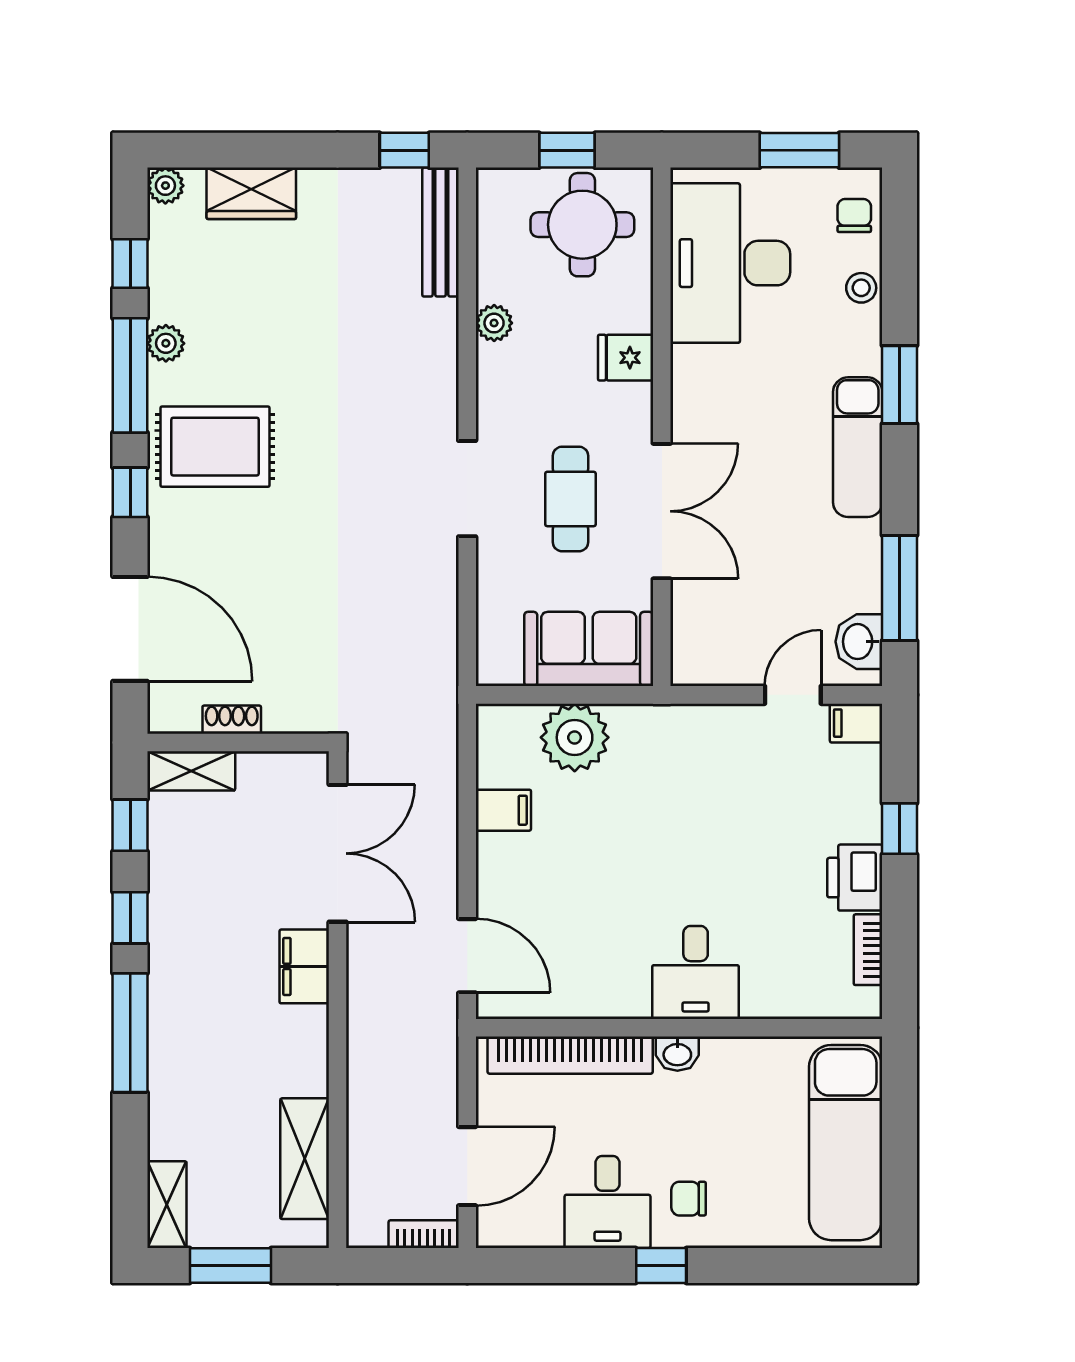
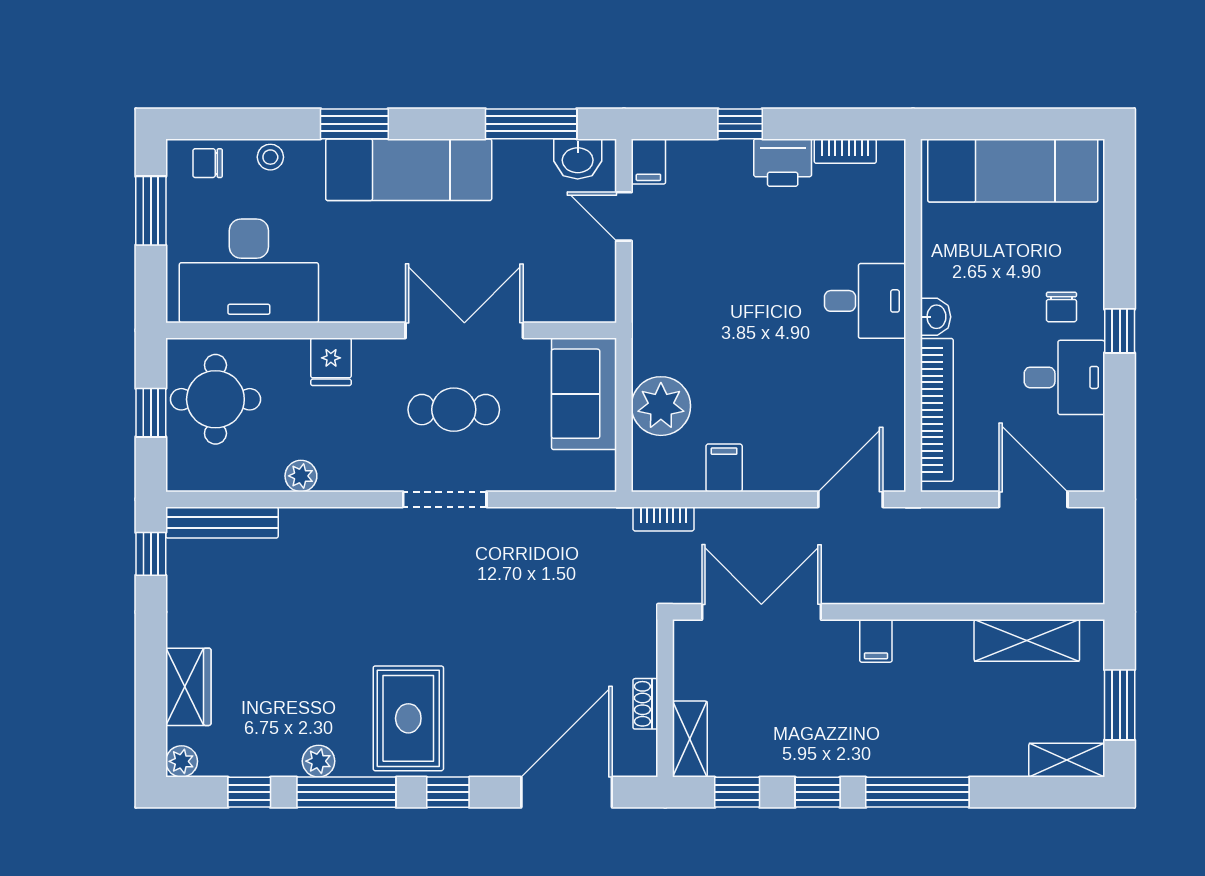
exam couch: (858, 447) -> (409, 170), width x1.36, depth x1.45
filing cabinet: (304, 966) -> (876, 641), width x0.50
bookcase: (424, 1234) -> (663, 519), moved, turned -90

